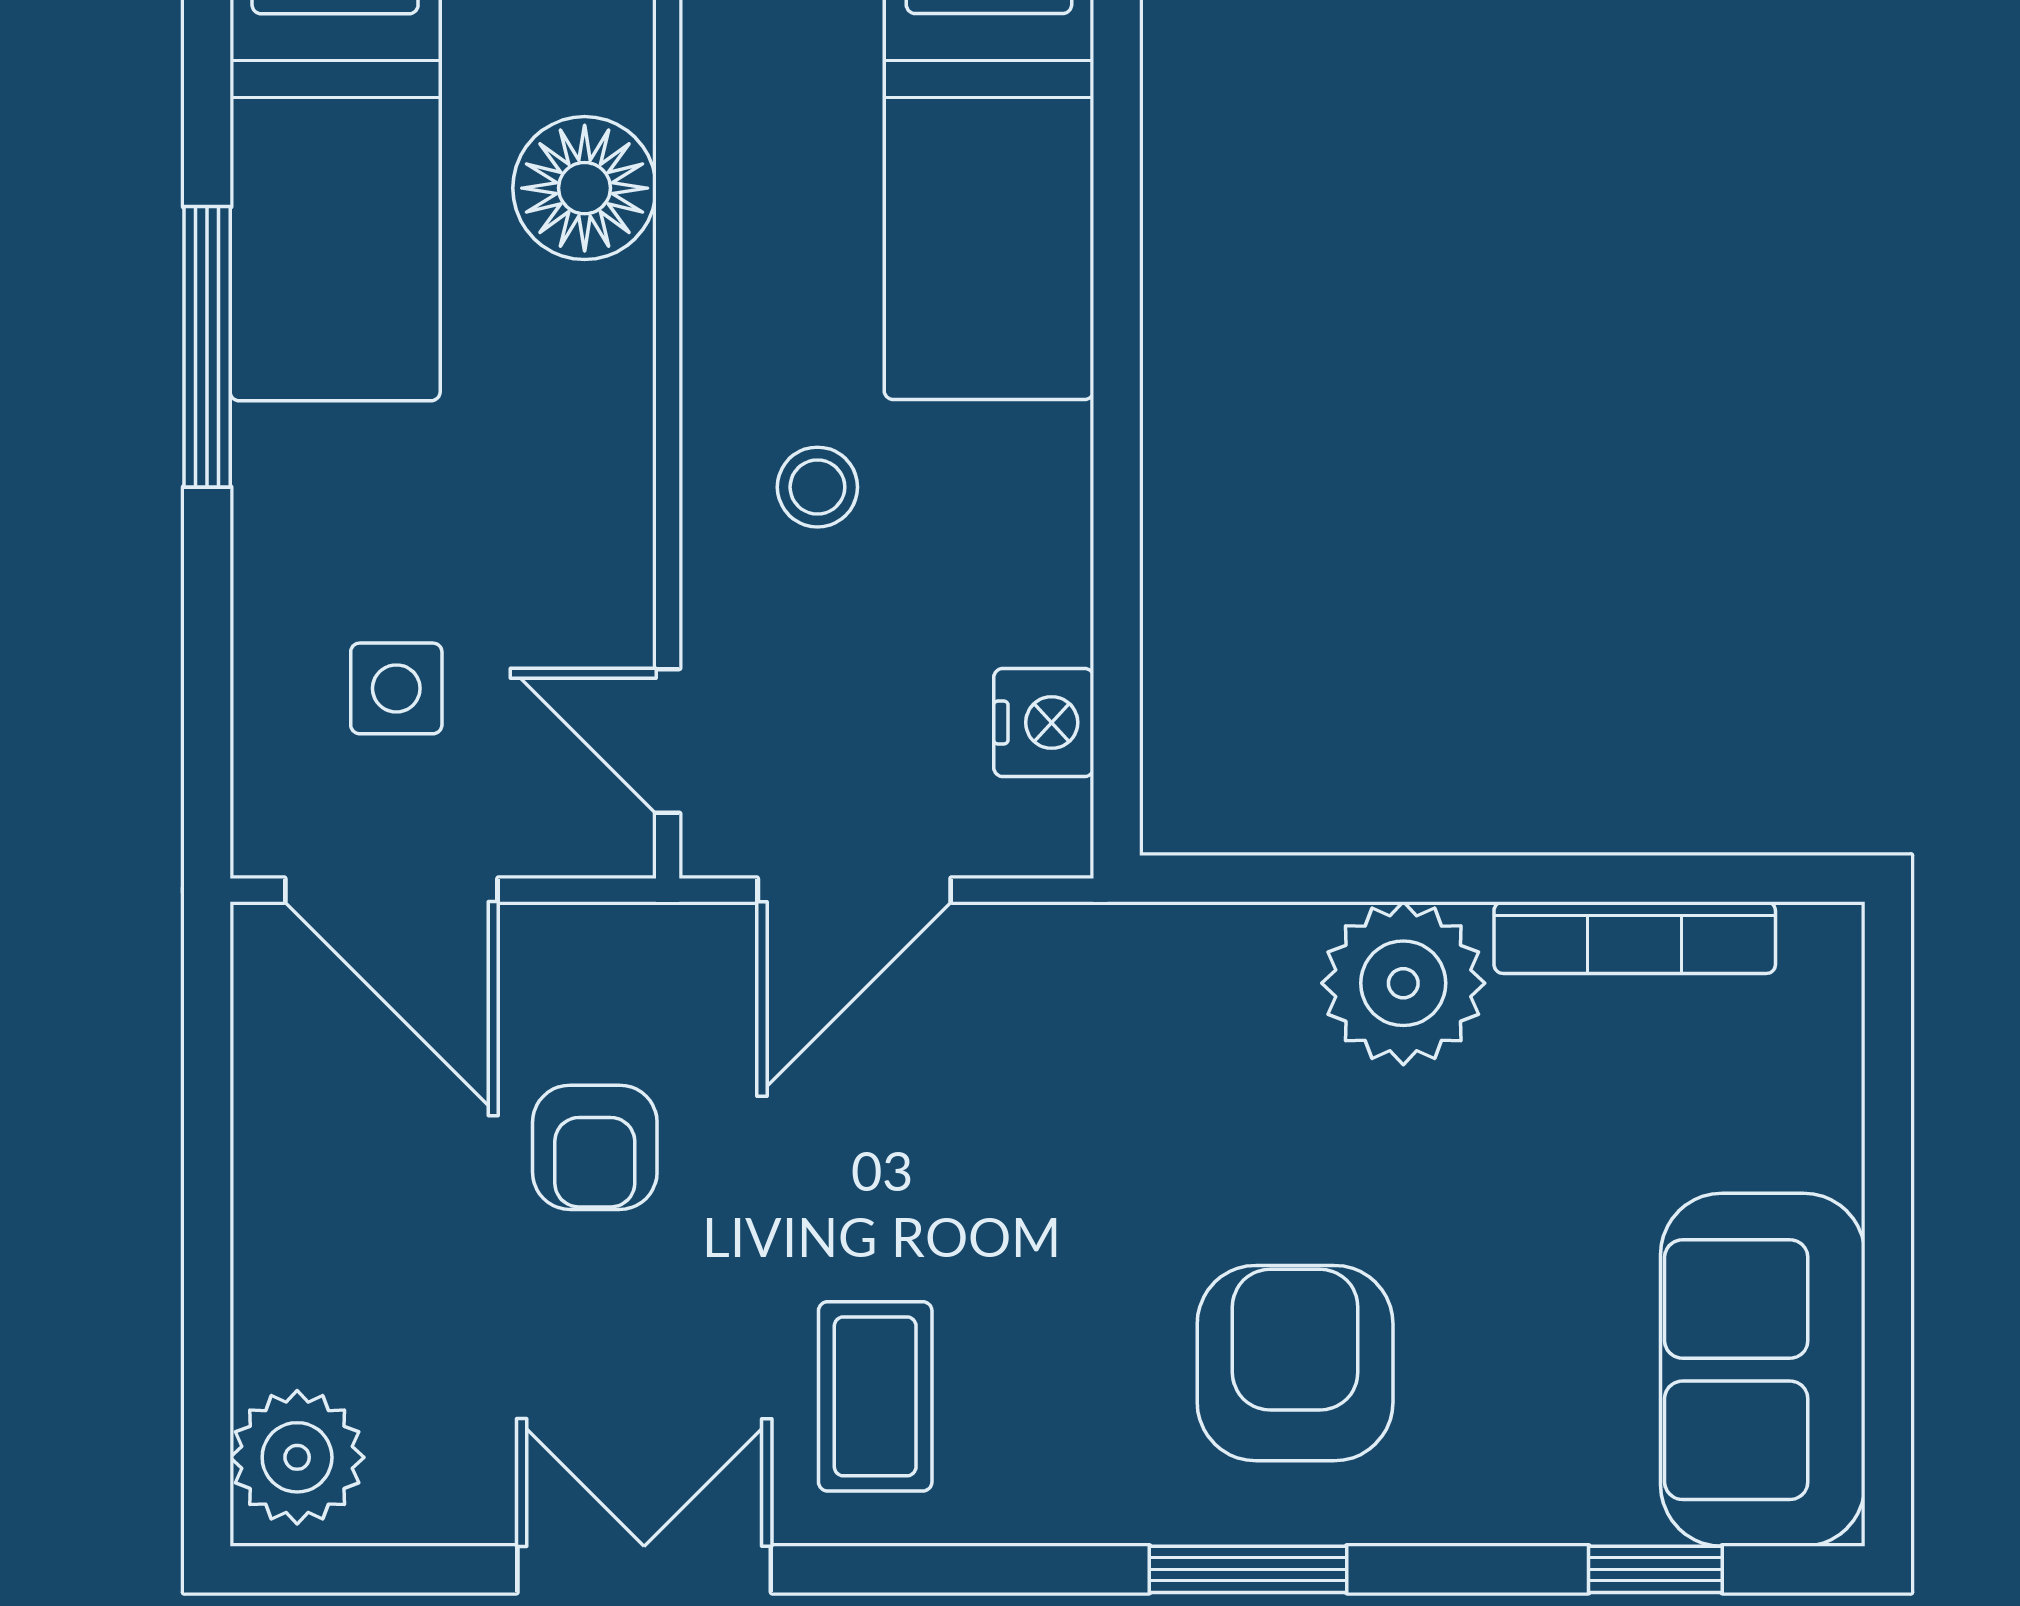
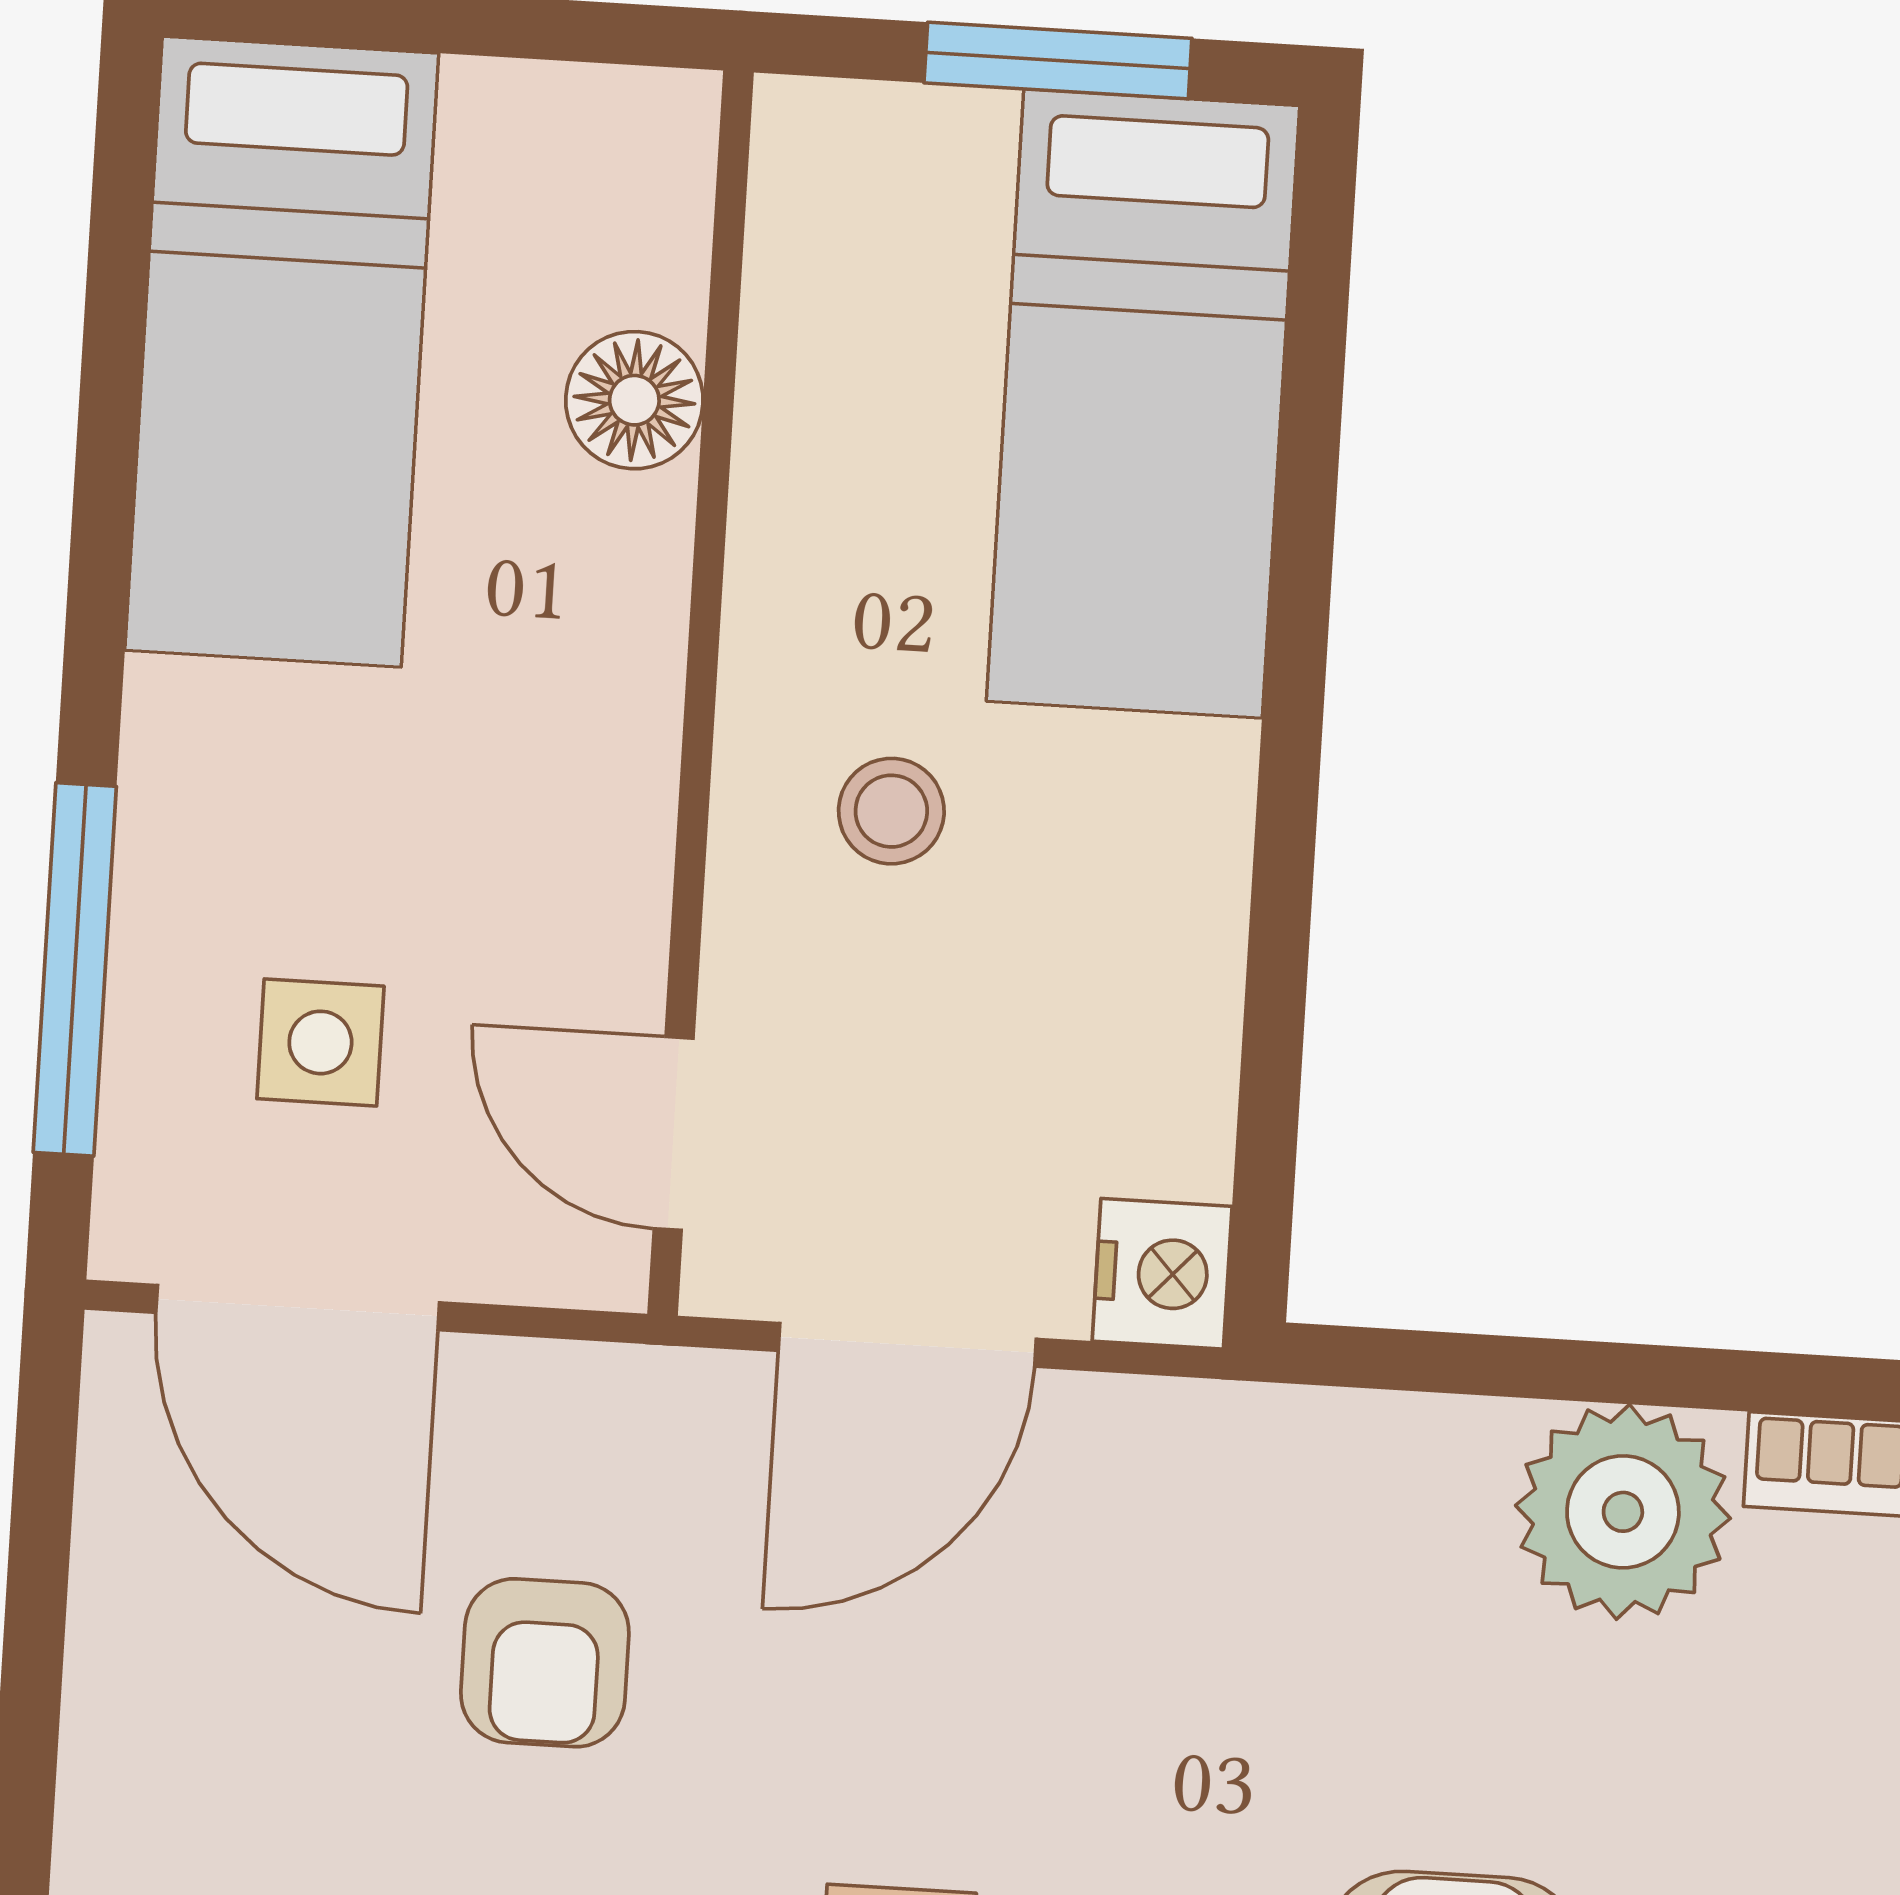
floor lamp: (585, 188) -> (634, 400), width x0.73, depth x0.73
window: (207, 347) -> (75, 969), moved
nightstand: (1044, 723) -> (1162, 1274), moved

